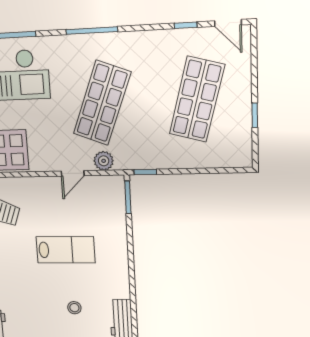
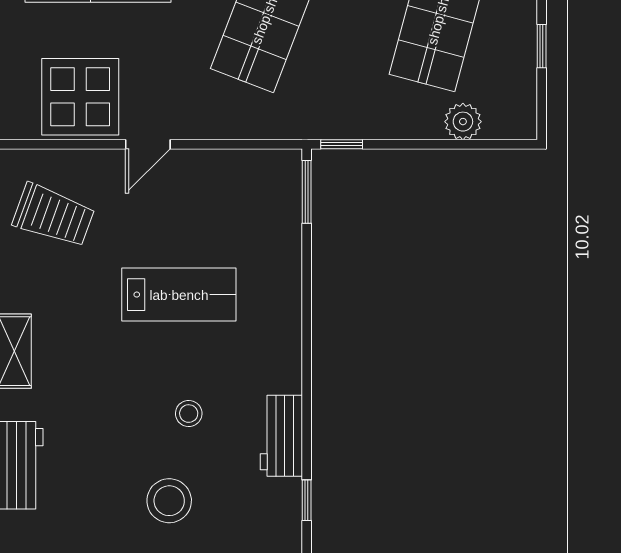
plant: (104, 161) -> (463, 122), moved
door: (73, 173) -> (148, 144), moved

